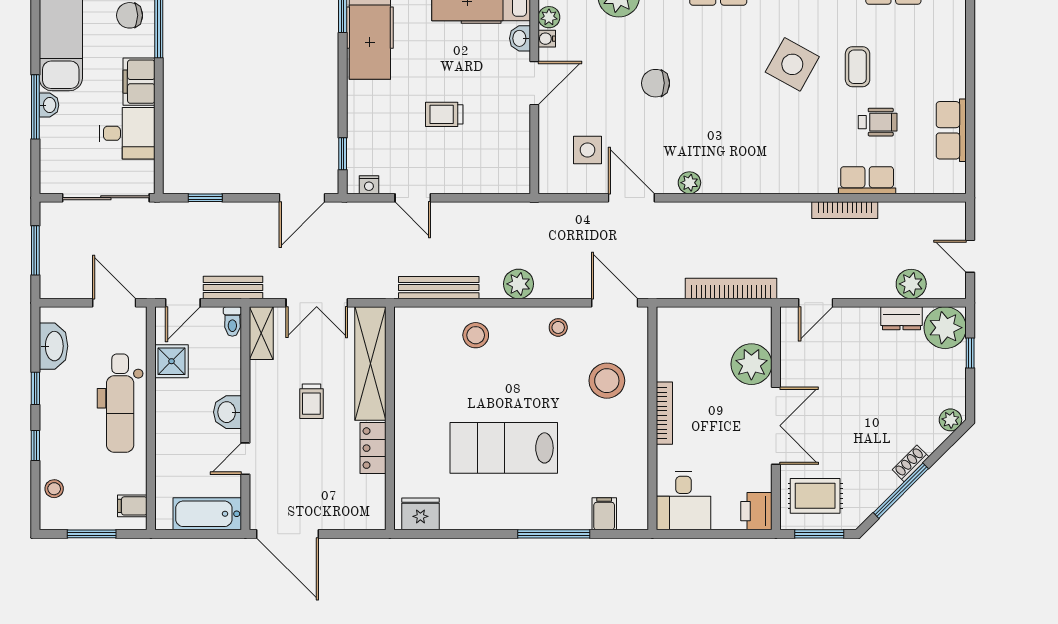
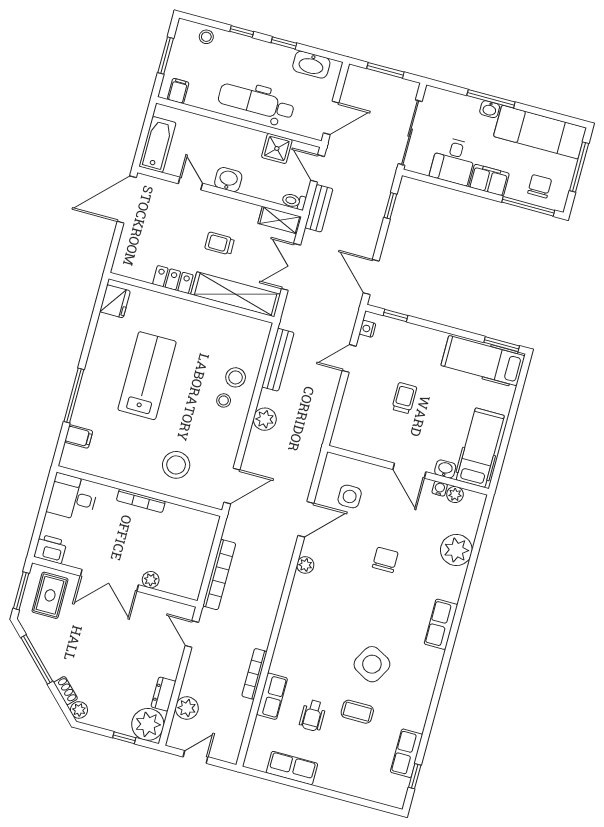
stool: (558, 327) -> (224, 400), moved
plant: (751, 364) -> (151, 580), width x0.53, depth x0.53
shoe rack: (911, 463) -> (66, 691), moved

